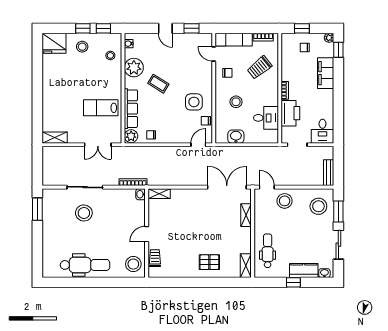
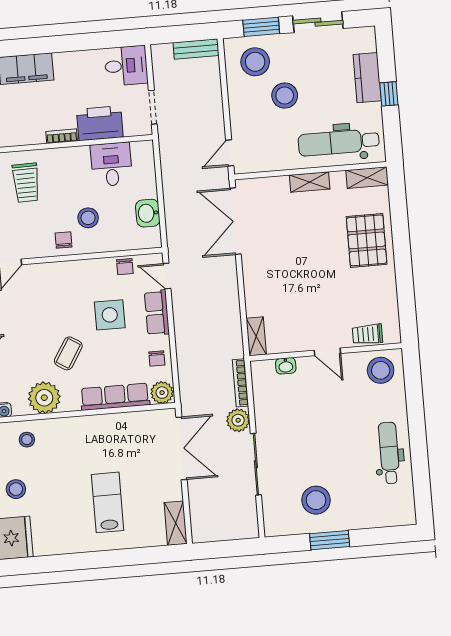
trolley: (259, 67) -> (26, 183), turned 38
chair: (227, 73) -> (64, 240), moved
side table: (194, 102) -> (110, 315), moved
lab bench: (101, 108) -> (108, 502), moved, turned 180
row of seats: (178, 137) -> (157, 313), added
double door: (98, 145) -> (181, 448), width x1.37
plant: (111, 179) -> (238, 420), added
washbasin: (141, 194) -> (286, 366), moved
stool: (285, 201) -> (285, 96), moved
window: (37, 209) -> (330, 540), moved
stool: (84, 213) -> (316, 500), moved
shelving: (246, 215) -> (310, 182), moved
dental chair: (268, 251) -> (339, 142), width x1.36, depth x1.38
pallet: (209, 262) -> (367, 240), width x1.50, depth x1.42
dental chair: (85, 265) -> (389, 453), width x0.73, depth x0.72
washbasin: (324, 273) -> (369, 42), removed

